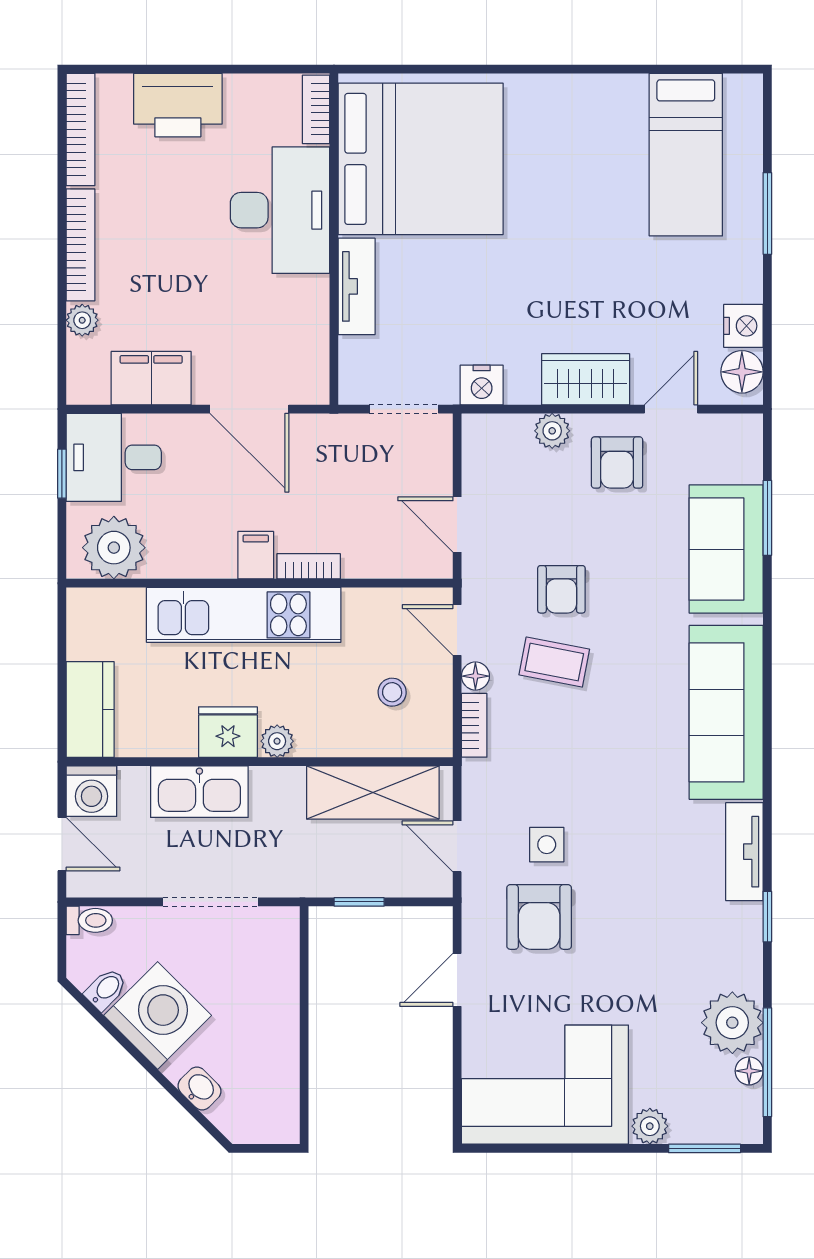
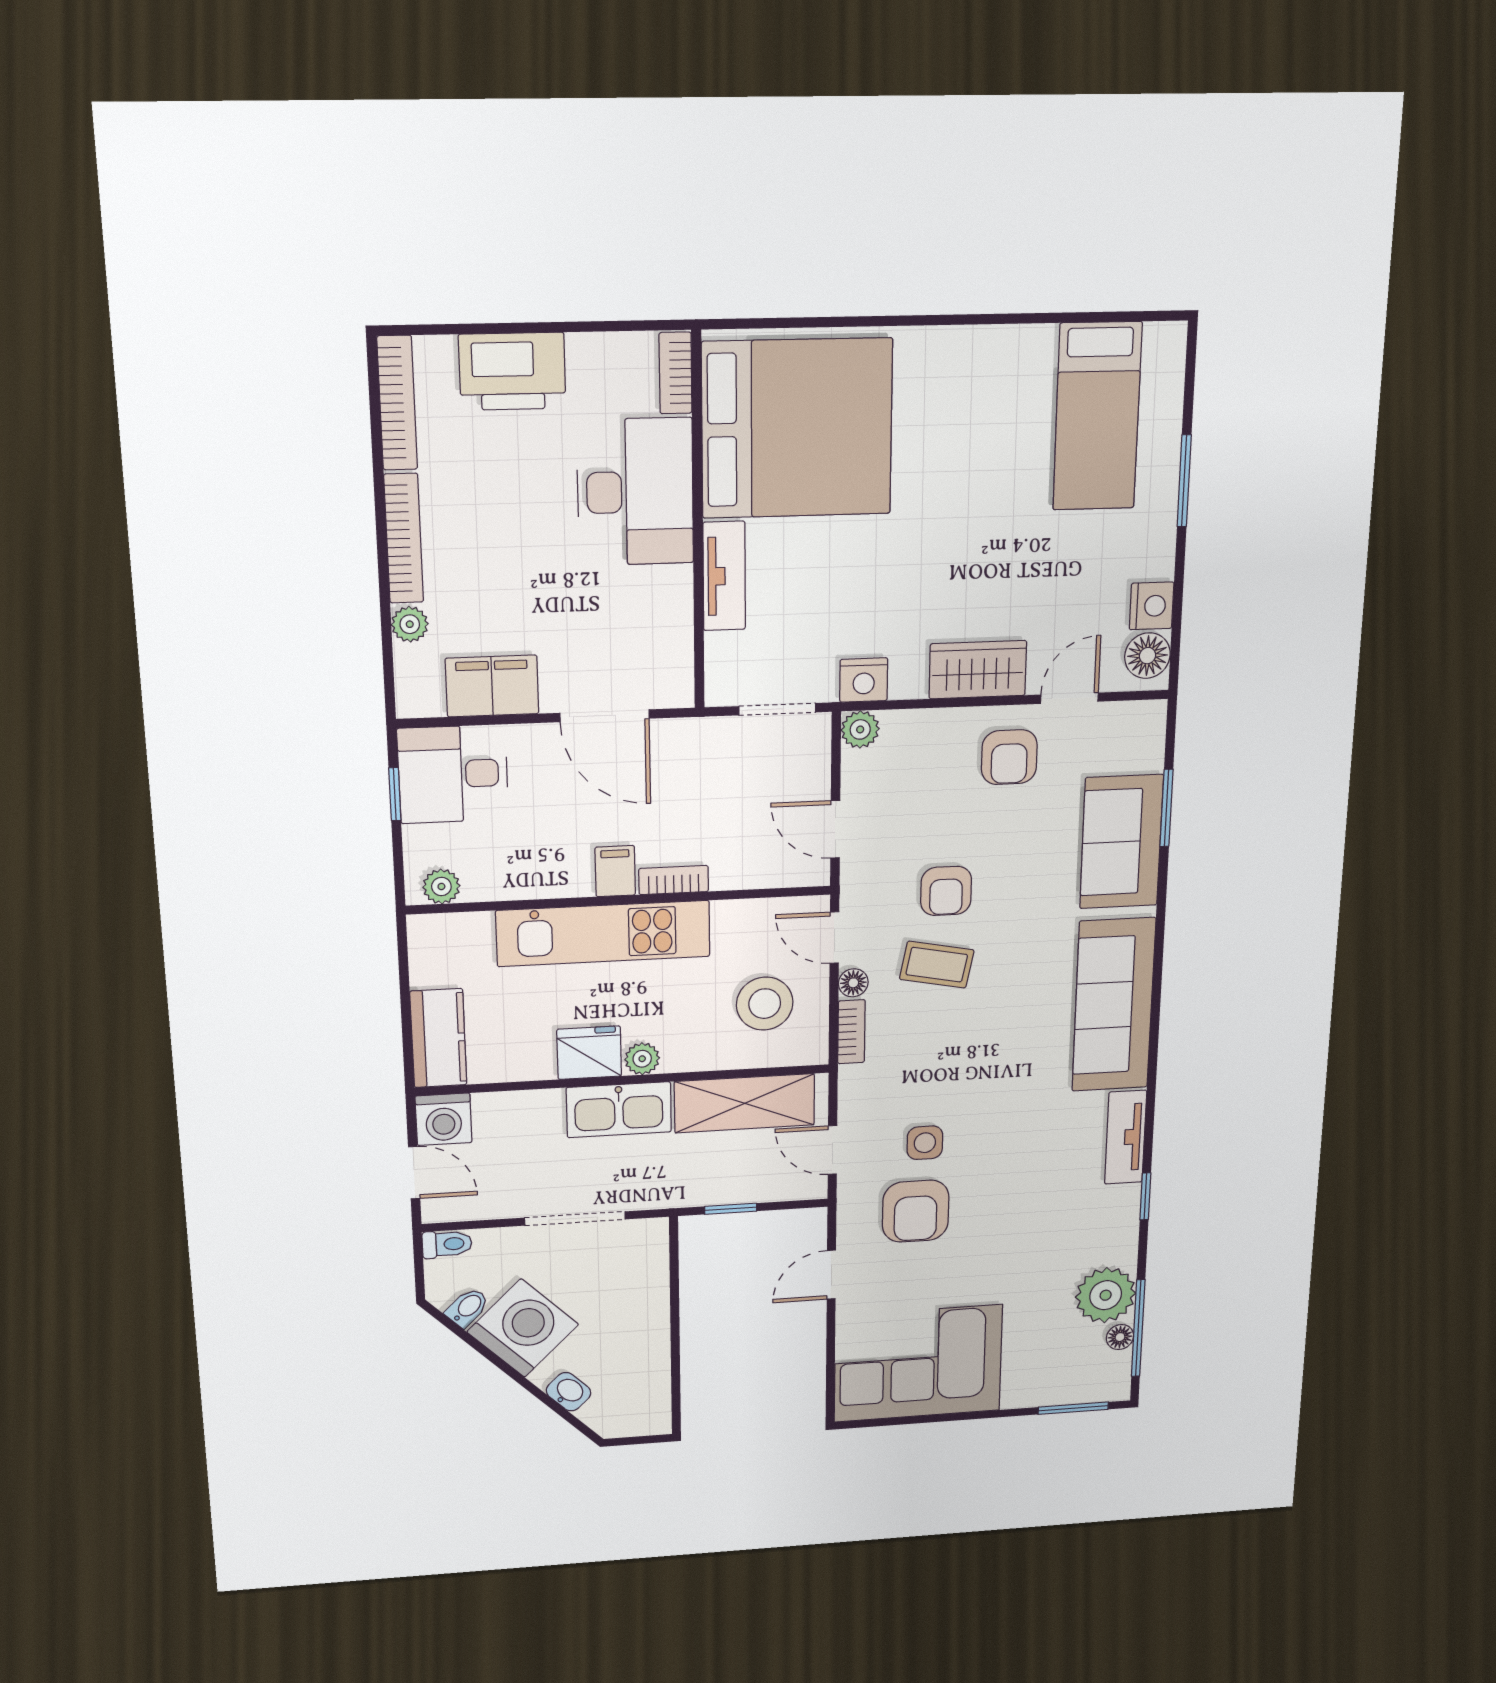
plant: (552, 431) -> (860, 729), moved
plant: (114, 548) -> (441, 886), width x0.53, depth x0.53
stool: (392, 692) -> (765, 1004), width x1.89, depth x1.89
kitchen sink: (199, 792) -> (619, 1110), moved
plant: (650, 1126) -> (1021, 1393), removed

